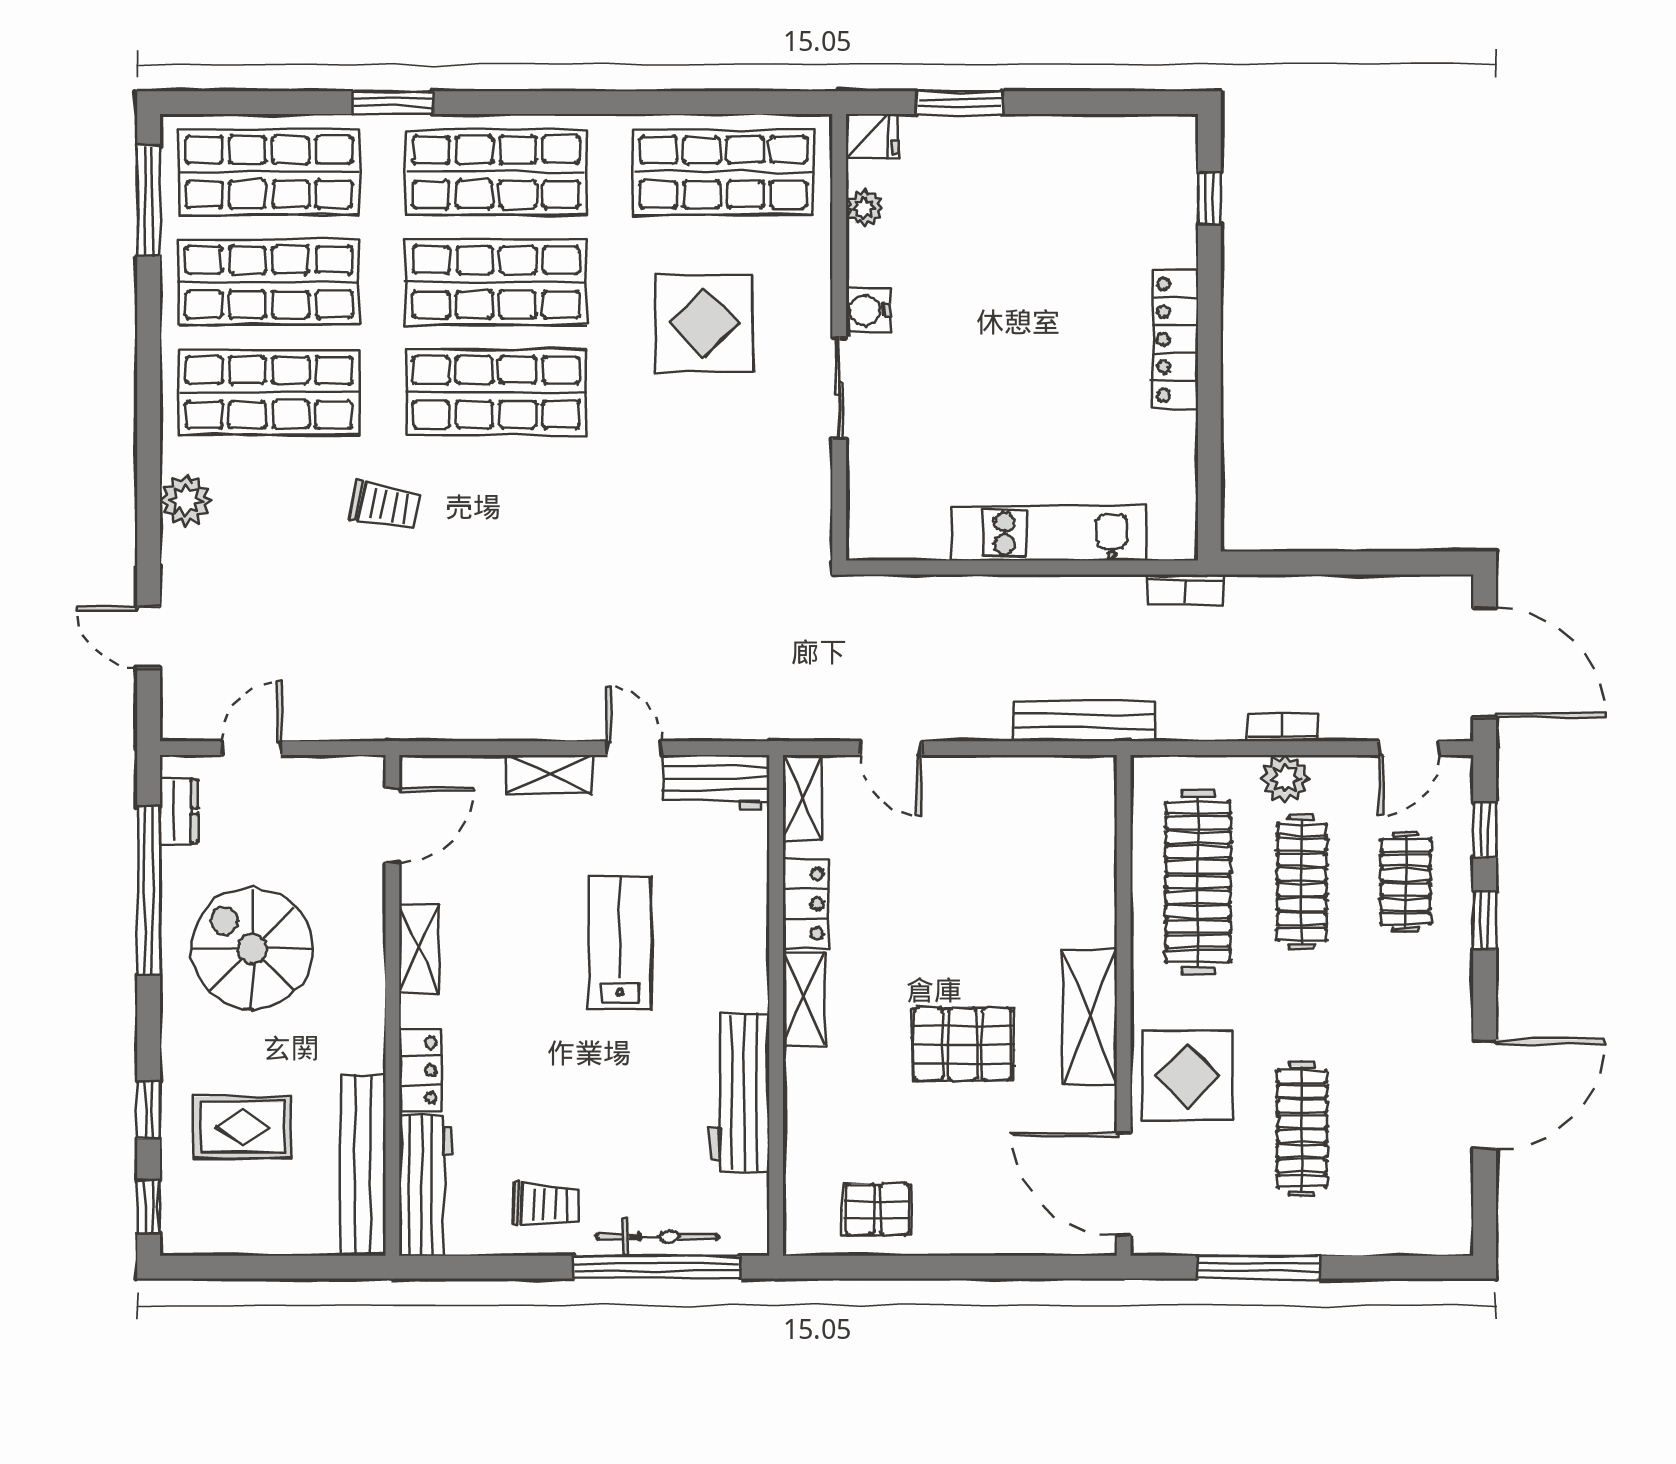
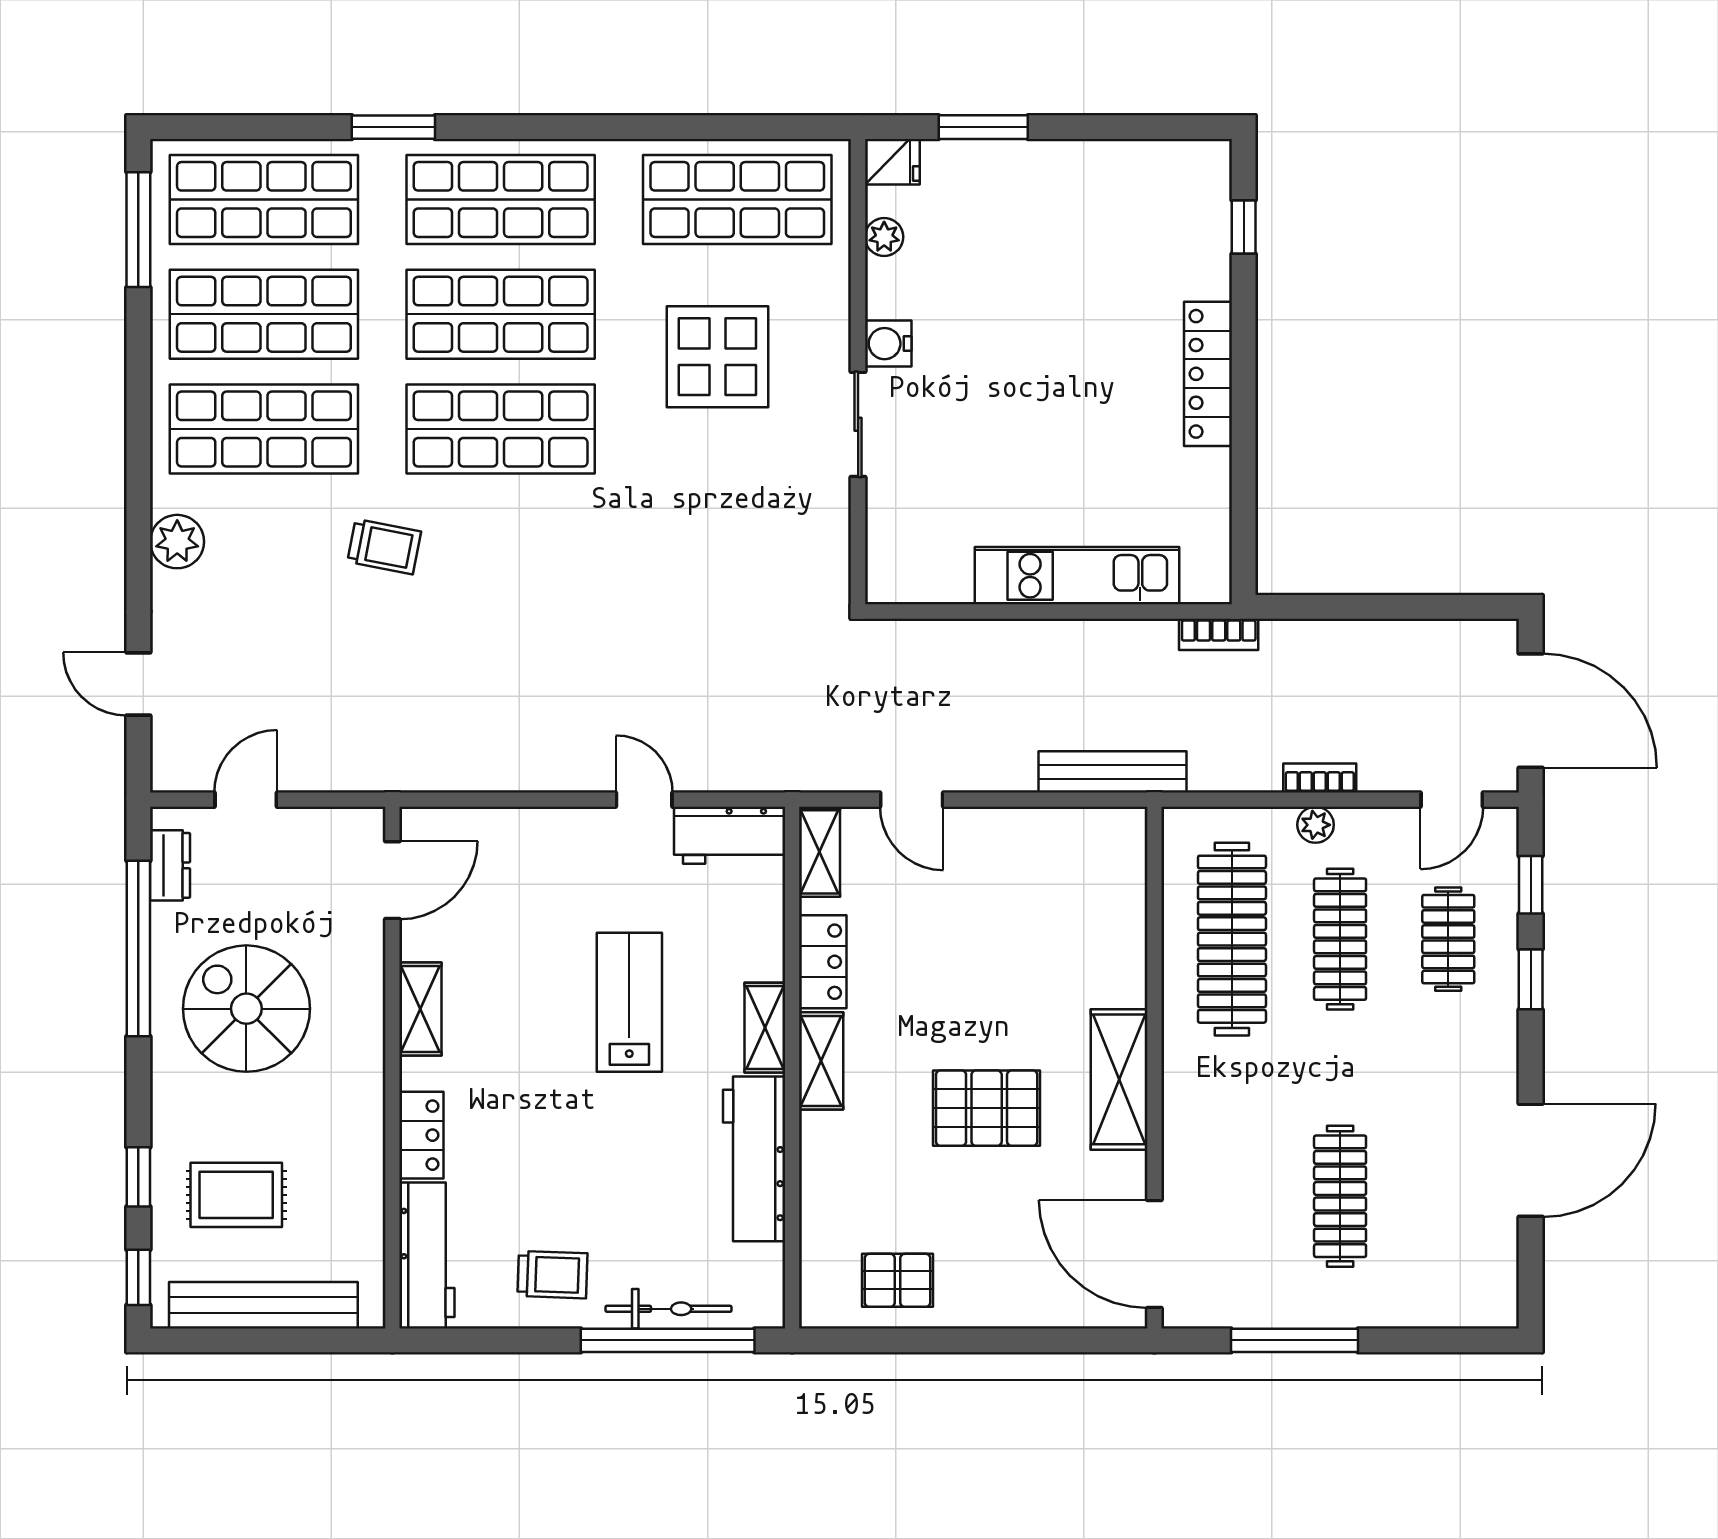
shelving: (550, 774) -> (765, 1028), moved, turned 90
plant: (1285, 779) -> (1316, 825), width x0.73, depth x0.73
display table: (1187, 1076) -> (1221, 1141), removed
bench: (363, 1165) -> (263, 1305), moved, turned 90

